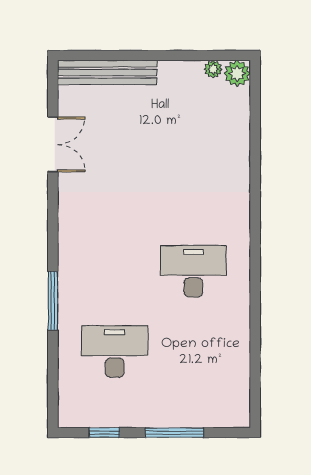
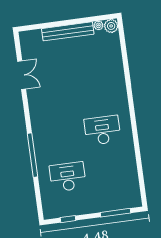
bench: (107, 73) -> (68, 31), moved
window: (53, 301) -> (32, 155), width x1.46
window: (174, 433) -> (116, 213), moved

